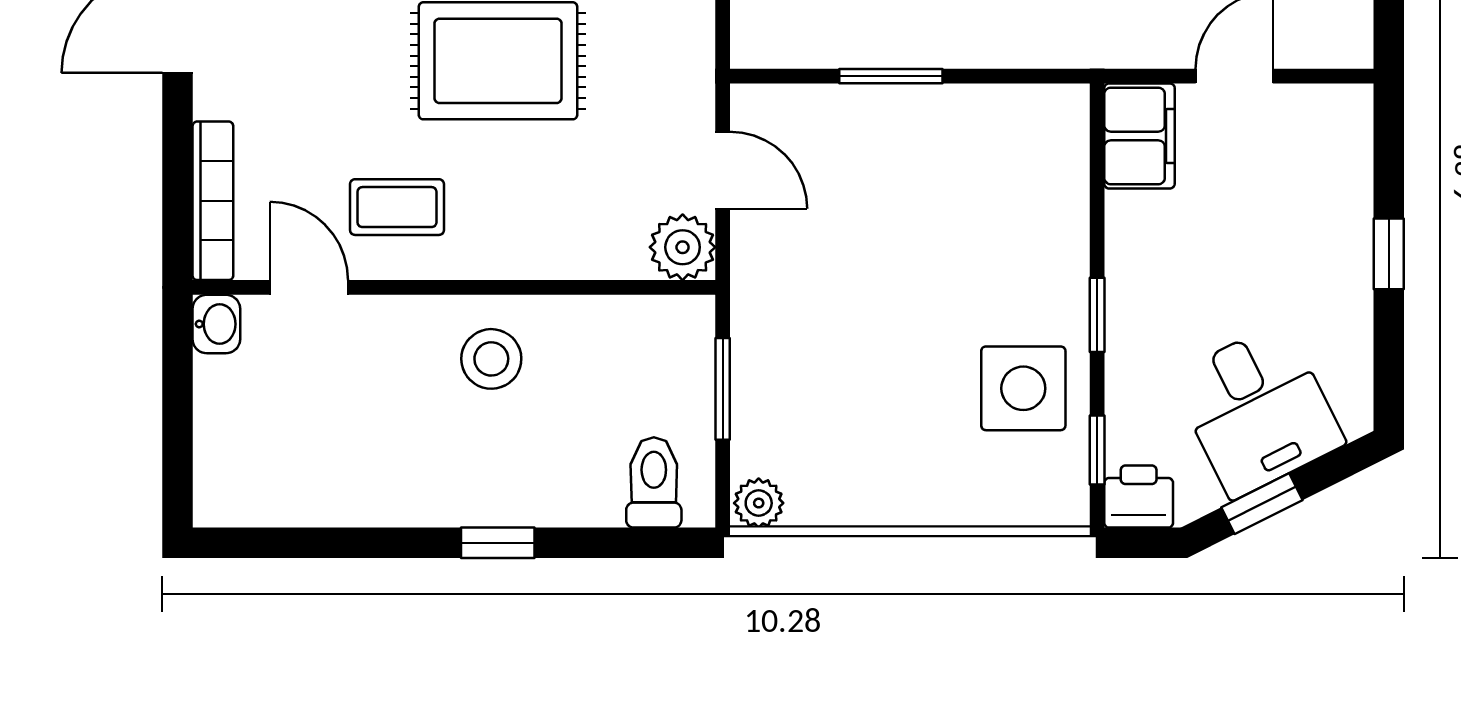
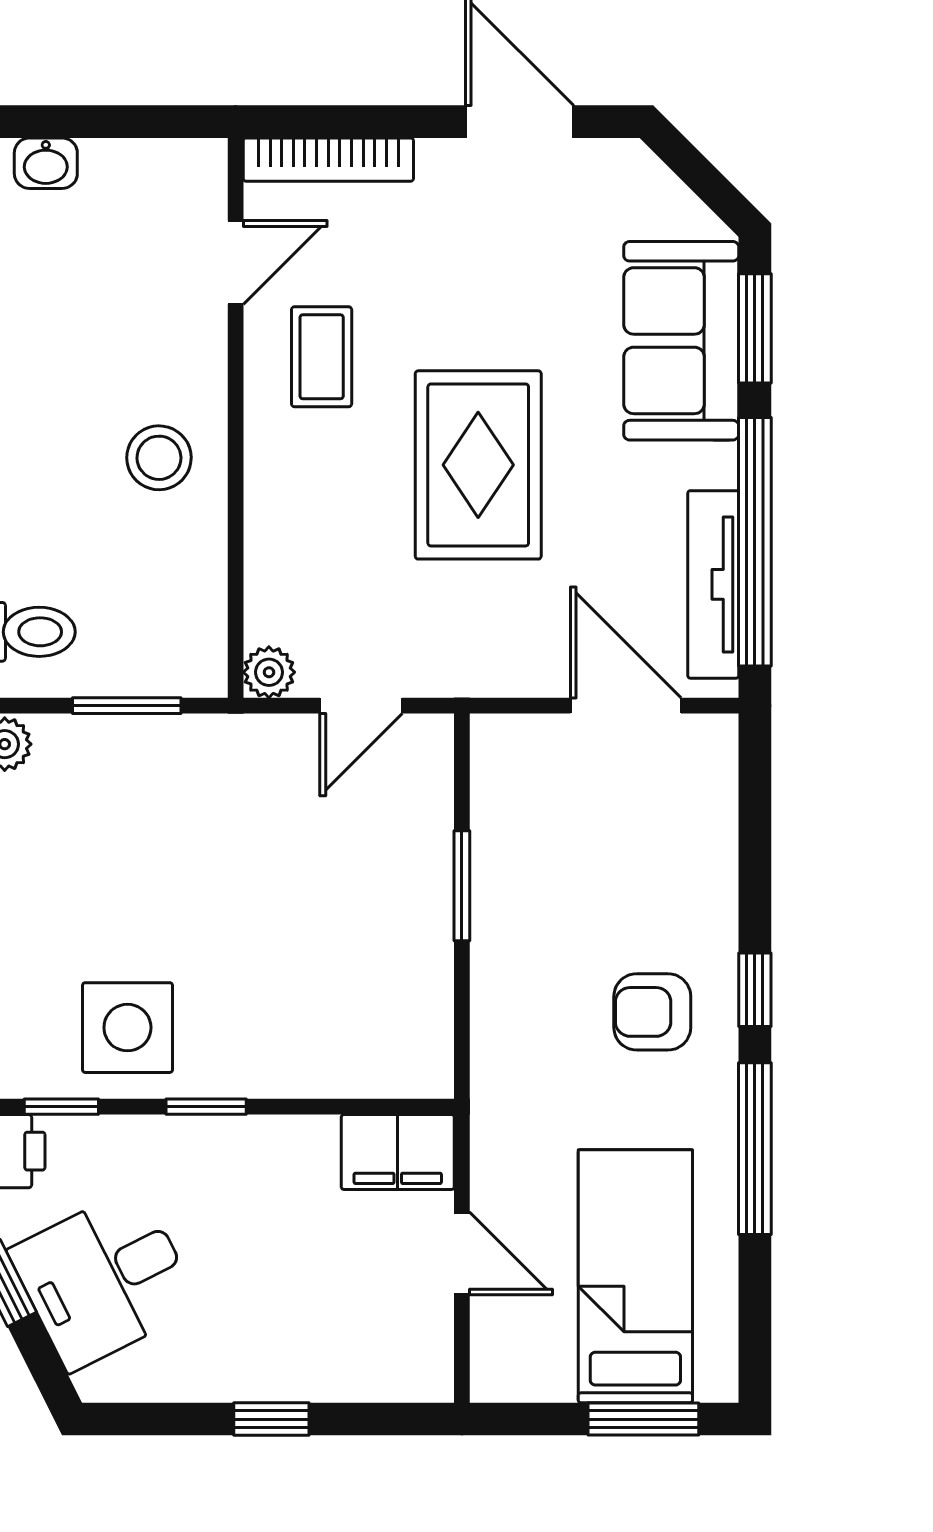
plant: (683, 247) -> (269, 672), width x0.73, depth x0.73
washbasin: (216, 324) -> (46, 163), moved

